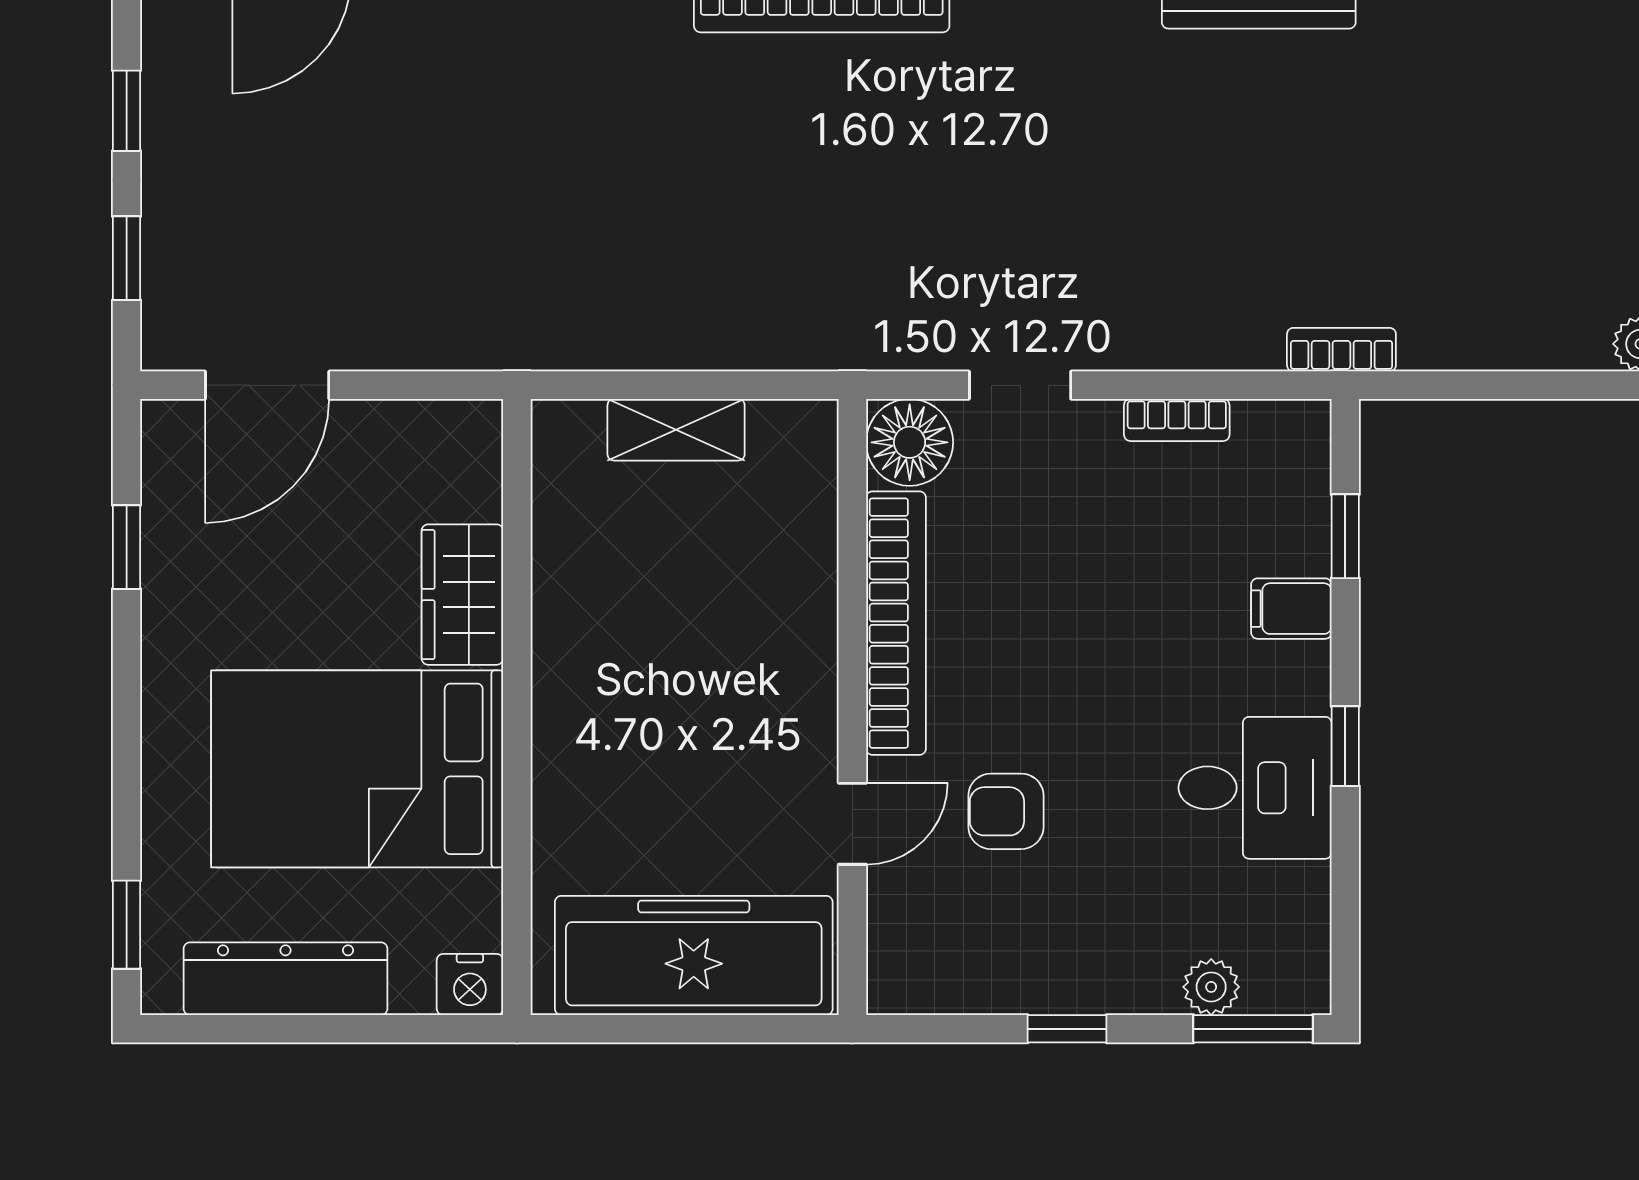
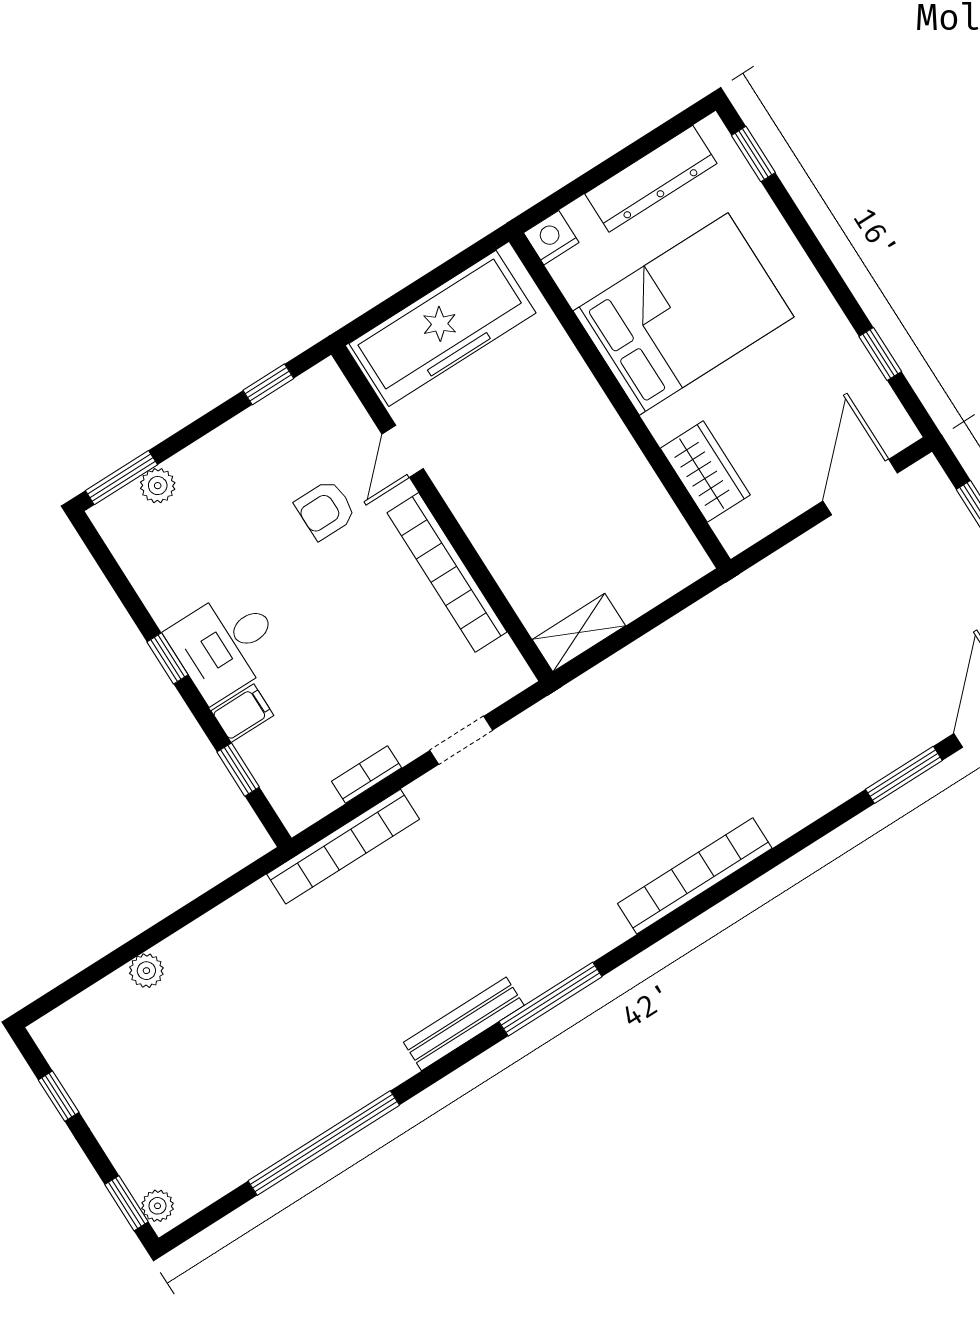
bookcase: (1341, 350) -> (343, 847), width x2.31, depth x1.31
shelving: (676, 430) -> (579, 633), moved
floor lamp: (910, 442) -> (501, 673), removed
wardrobe: (462, 595) -> (705, 472), moved
desk: (1255, 788) -> (226, 644), moved
armchair: (1006, 811) -> (325, 510), turned 180
window: (1067, 1029) -> (268, 384), moved

